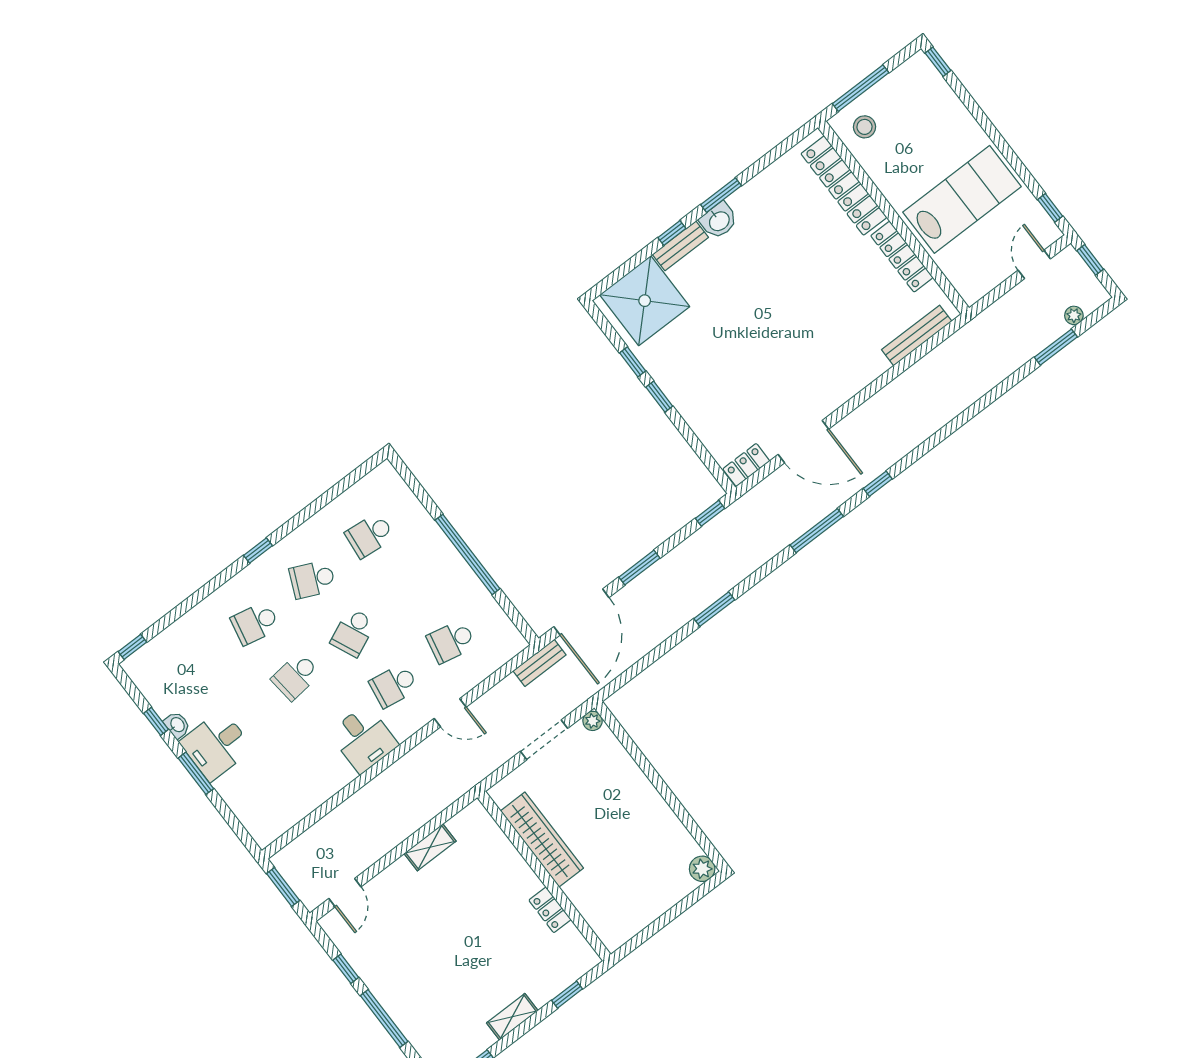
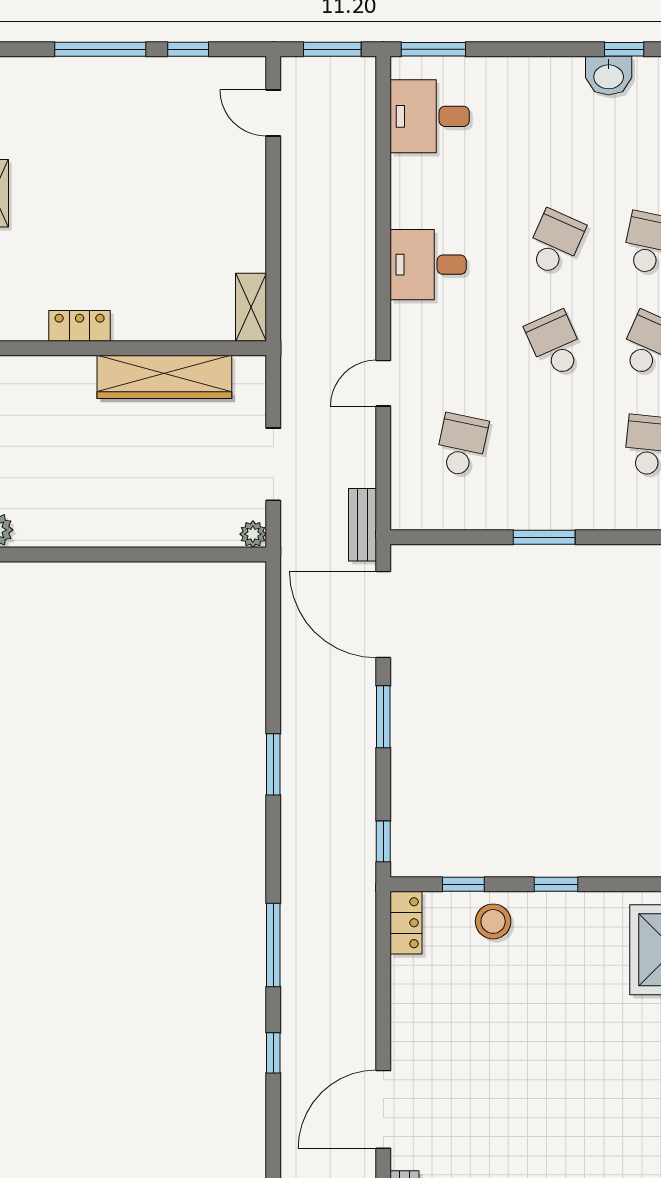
window: (633, 362) -> (463, 884), moved
stool: (708, 416) -> (493, 921), added
door: (803, 442) -> (383, 1109), moved
window: (468, 554) -> (544, 537), width x0.47
school desk: (296, 676) -> (555, 243), turned 30
school desk: (394, 685) -> (462, 344), removed
washbasin: (177, 725) -> (609, 76), width x1.38, depth x1.45
desk: (216, 745) -> (430, 116), moved, turned -90
window: (196, 773) -> (433, 49), moved
shelving: (430, 847) -> (251, 307), moved

